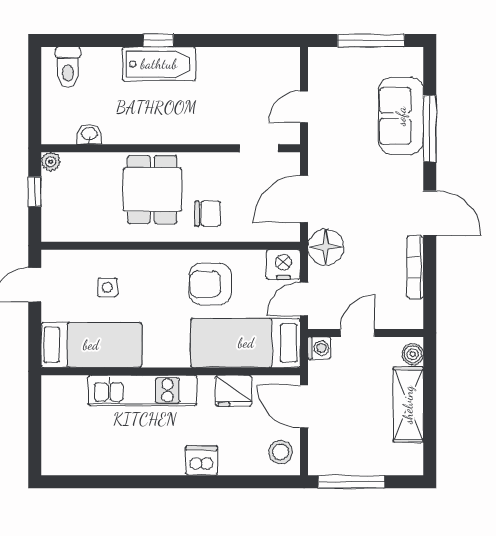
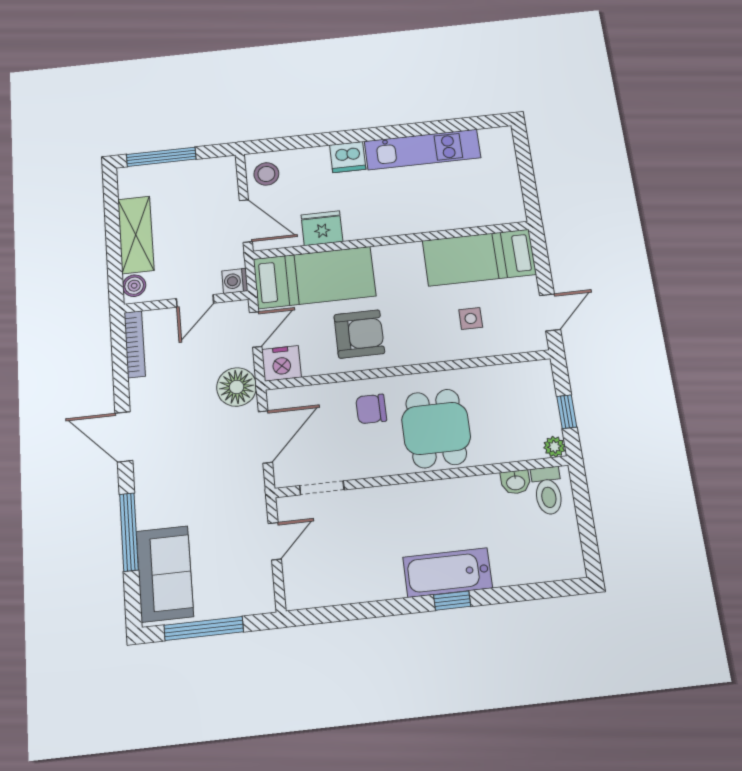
toilet: (68, 67) -> (548, 491), moved, turned 180
sofa: (401, 116) -> (165, 574), moved
bookcase: (415, 267) -> (135, 344), moved
kitchen unit: (143, 391) -> (422, 150), moved, turned 180
window: (351, 482) -> (161, 157), moved

